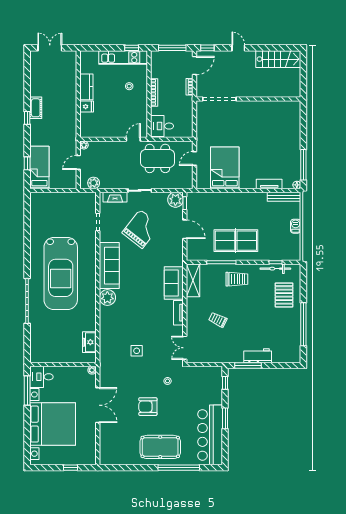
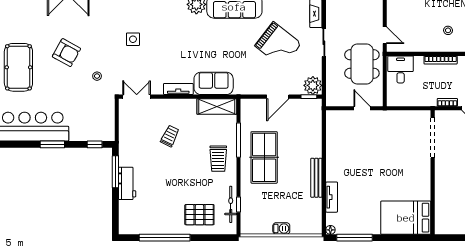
bed: (225, 168) -> (406, 218), moved, turned 180
bench: (284, 197) -> (316, 178), moved
armchair: (148, 407) -> (66, 53), turned 119

